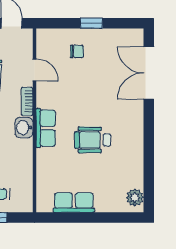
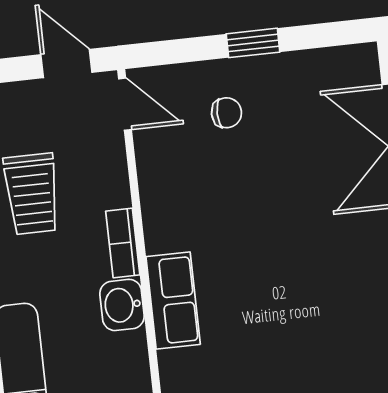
door: (34, 70) -> (125, 104), moved
wheelchair: (93, 140) -> (286, 316), removed

